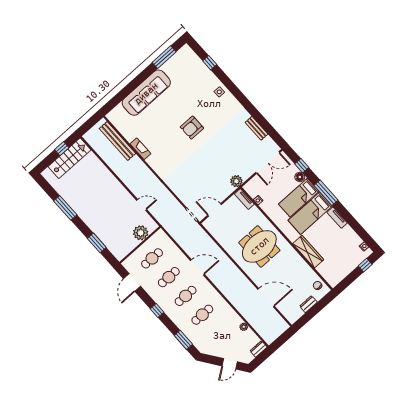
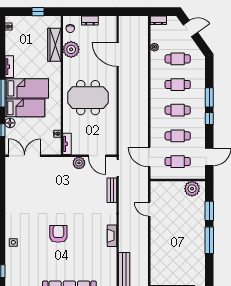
armchair: (192, 128) -> (58, 234), turned -90
bench: (257, 128) -> (112, 190), moved
fireplace: (140, 149) -> (112, 236), moved
plant: (236, 181) -> (79, 163), moved
window: (65, 208) -> (209, 240), moved
plant: (141, 233) -> (192, 189), moved
wardrobe: (308, 252) -> (54, 45), moved
window: (365, 265) -> (38, 12), moved
door: (197, 267) -> (149, 157), moved
plant: (303, 271) -> (71, 49), added
cafe table: (219, 333) -> (178, 59), added
window: (183, 340) -> (209, 97), moved

